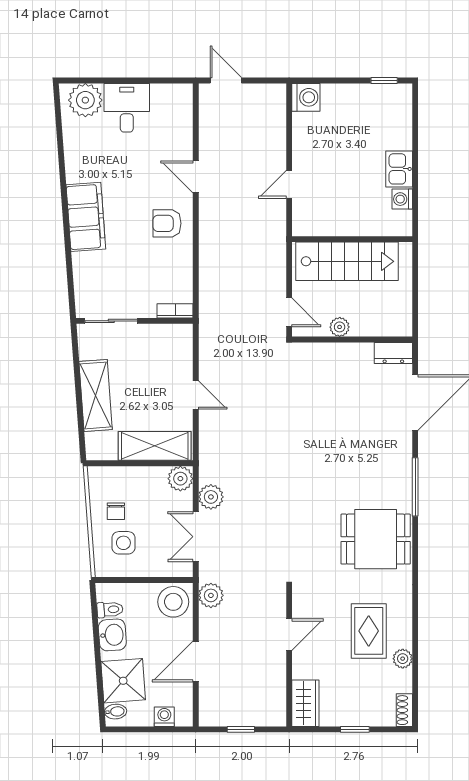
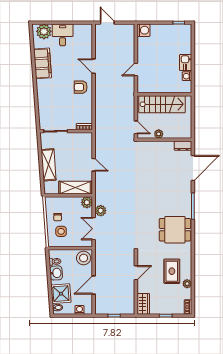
filing cabinet: (86, 217) -> (43, 63), moved
plant: (211, 595) -> (101, 255), removed

